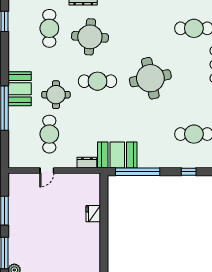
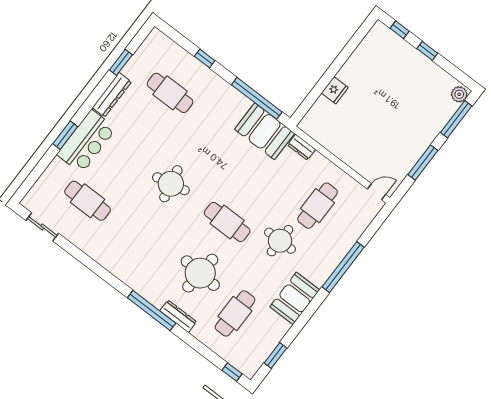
round table: (150, 78) -> (171, 184), width x0.73, depth x0.73
booth: (20, 89) -> (295, 298), moved
door: (47, 171) -> (376, 192), moved

